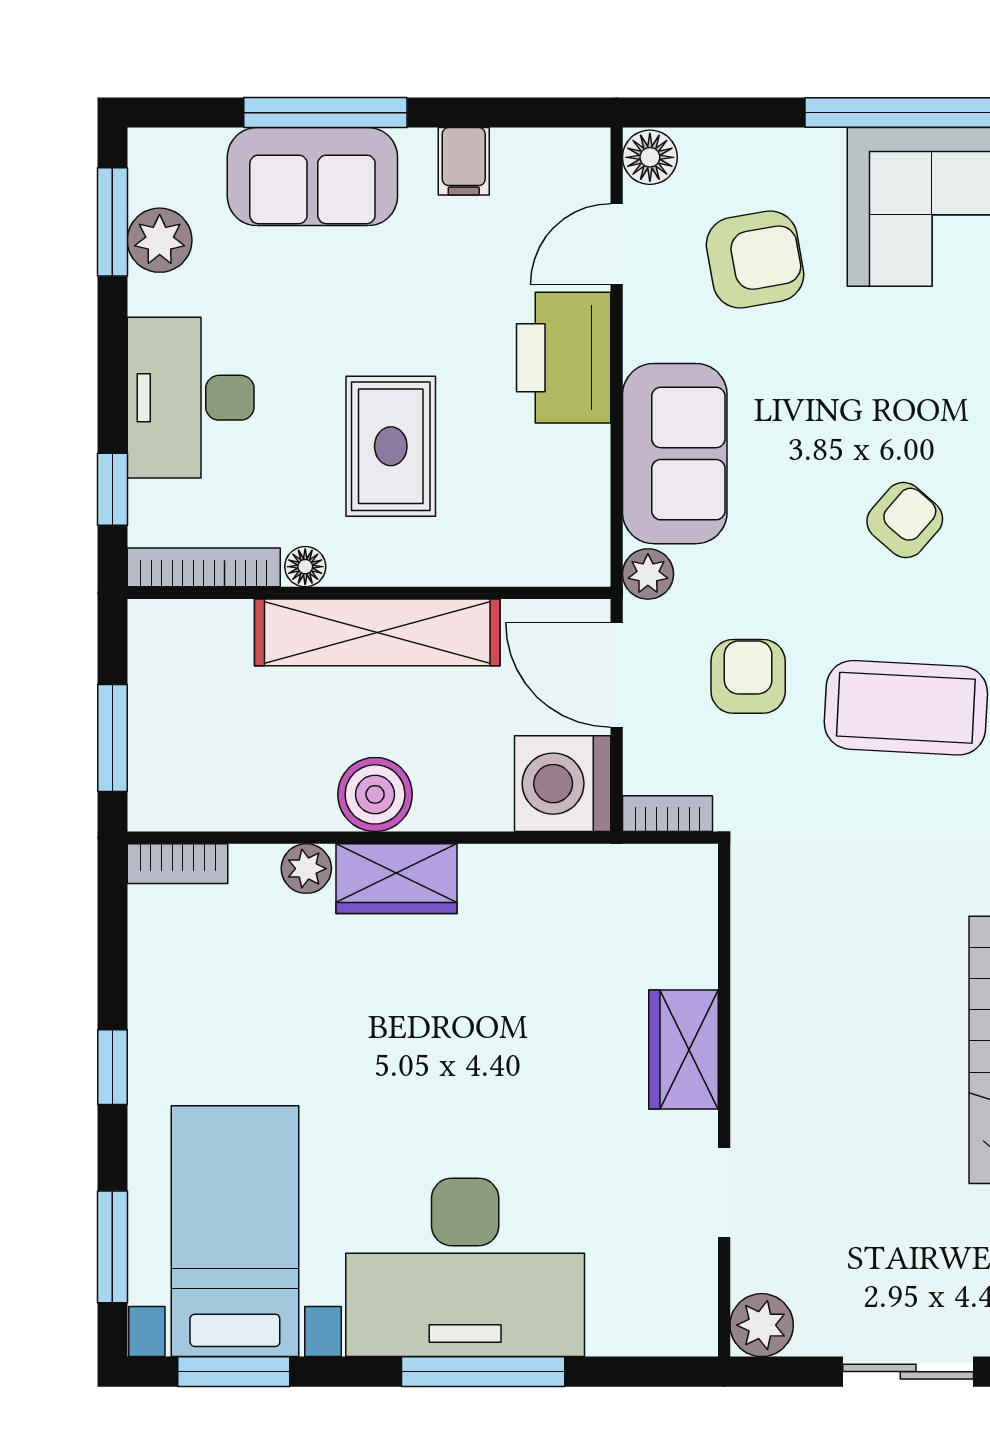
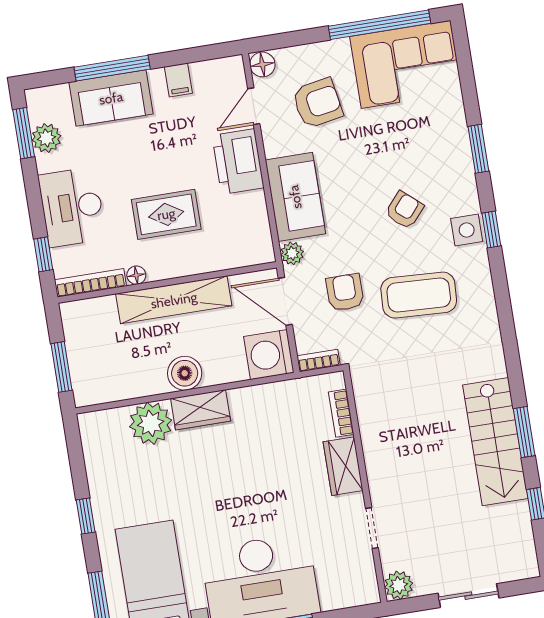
rug: (391, 446) -> (166, 214), turned 90
bookcase: (178, 864) -> (341, 413), moved, turned 90
plant: (306, 869) -> (151, 423), width x1.88, depth x1.88

